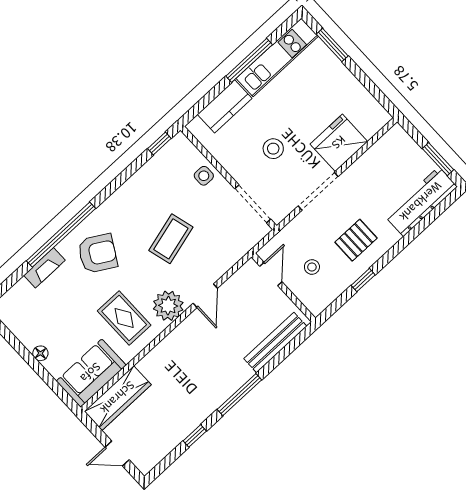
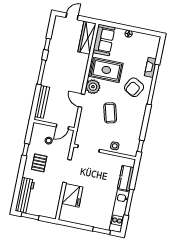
stool: (273, 149) -> (96, 175), removed
door: (271, 274) -> (62, 127), hinge flipped
rug: (124, 318) -> (106, 70), width x1.36, depth x1.43

